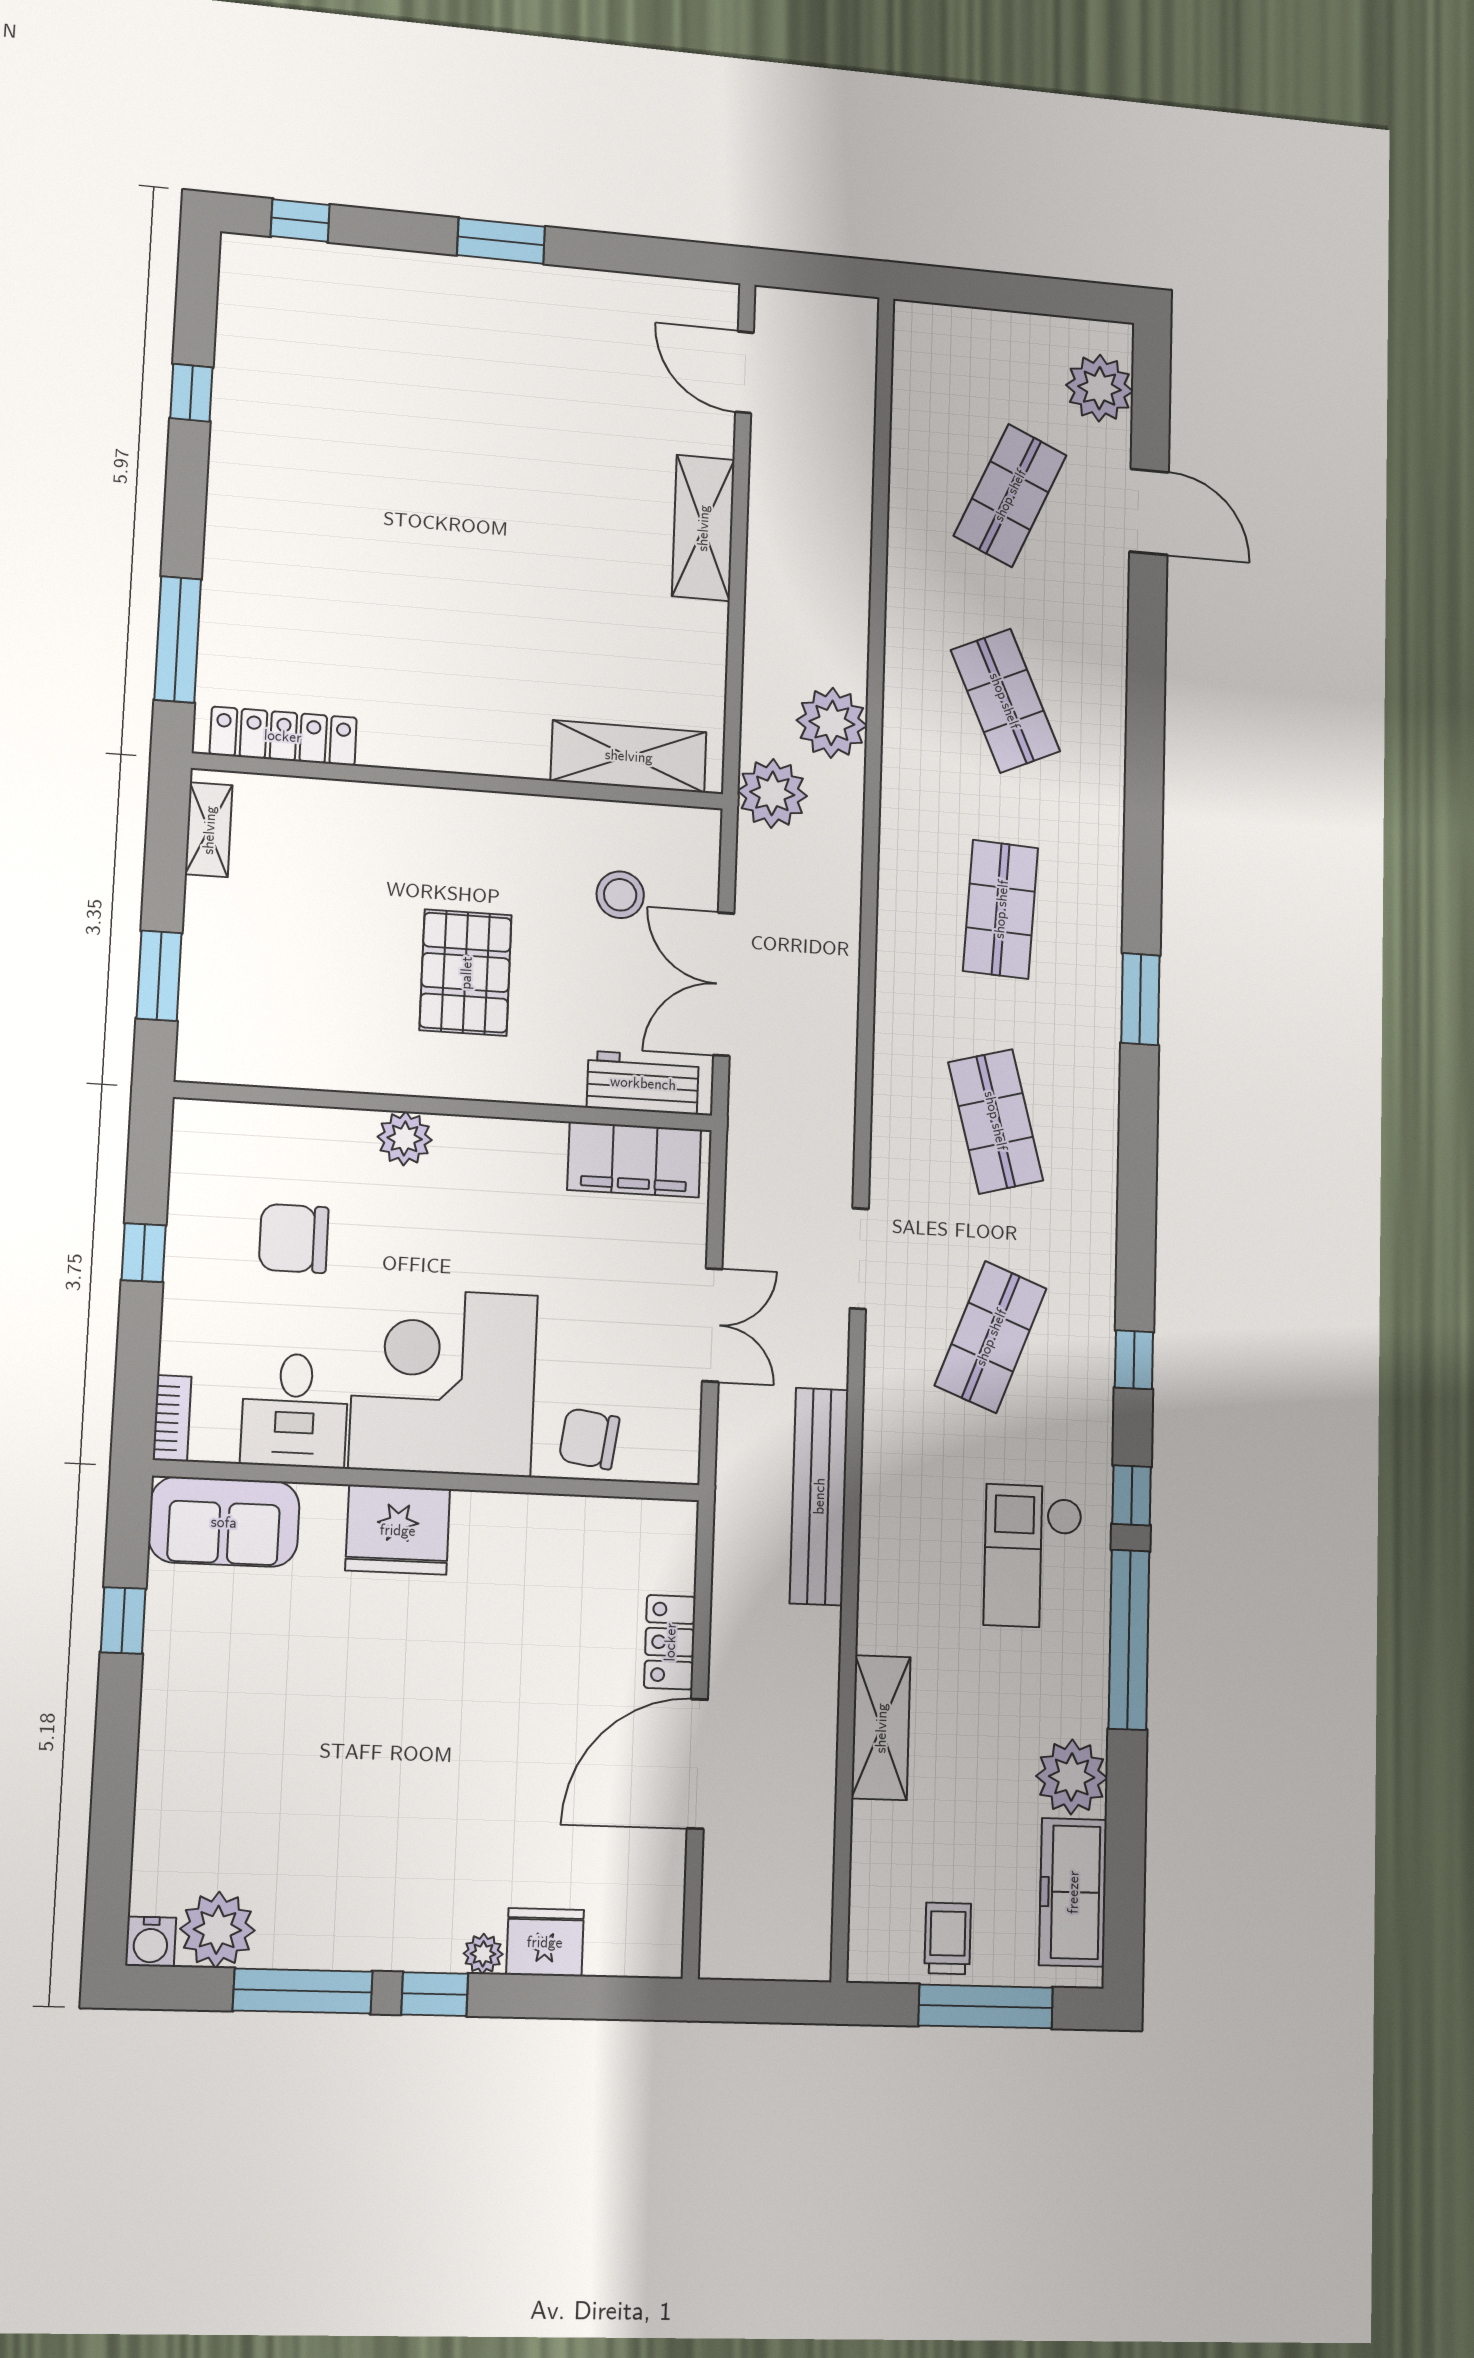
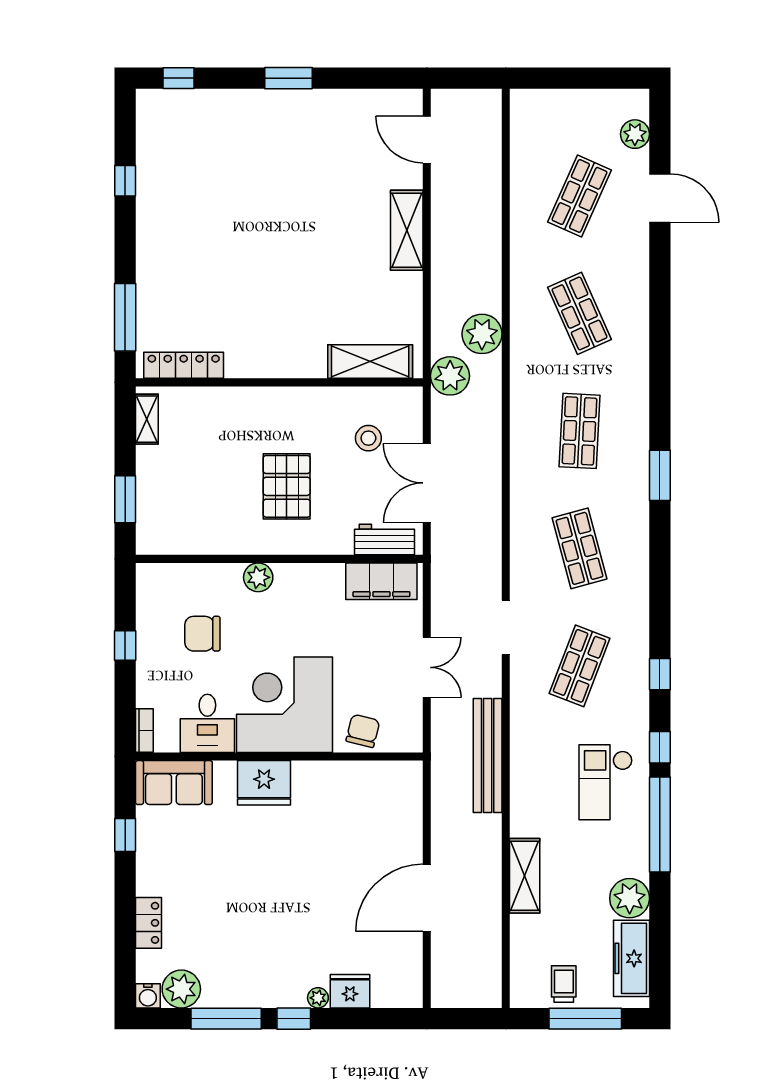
plant: (1100, 388) -> (635, 134), width x0.73, depth x0.73
chair: (589, 1439) -> (363, 731), turned 96
locker: (670, 1642) -> (149, 923), moved, turned 180

